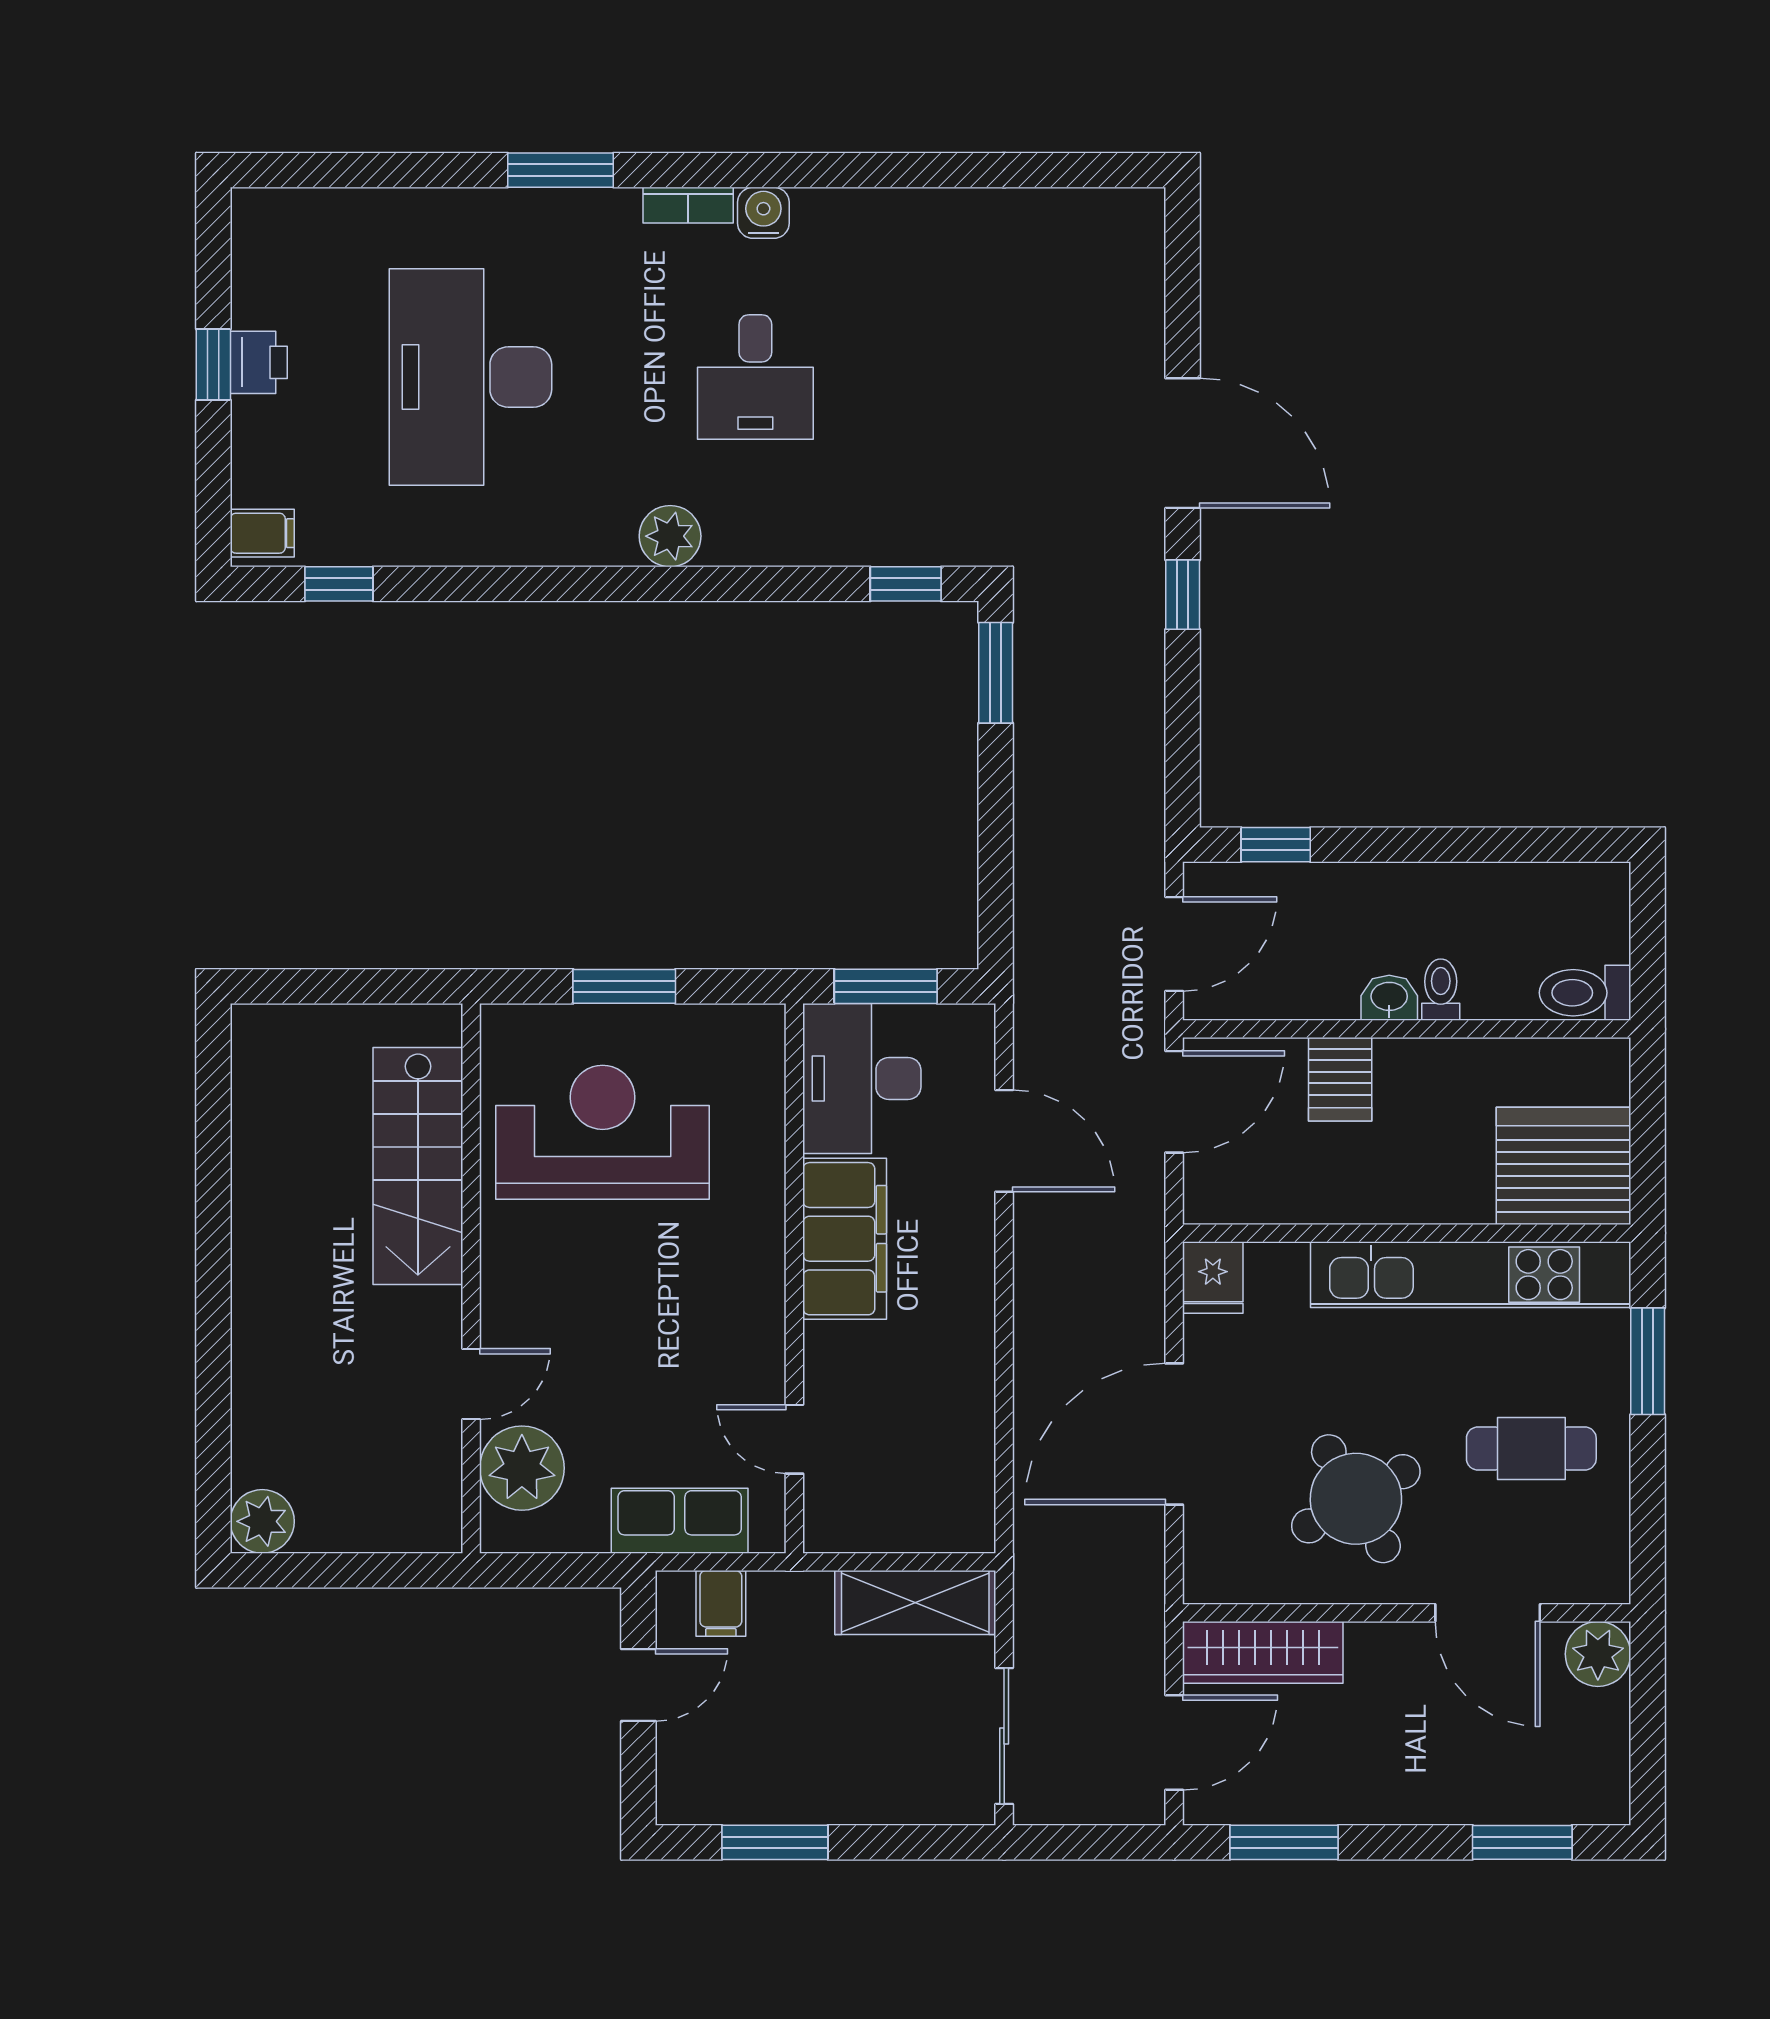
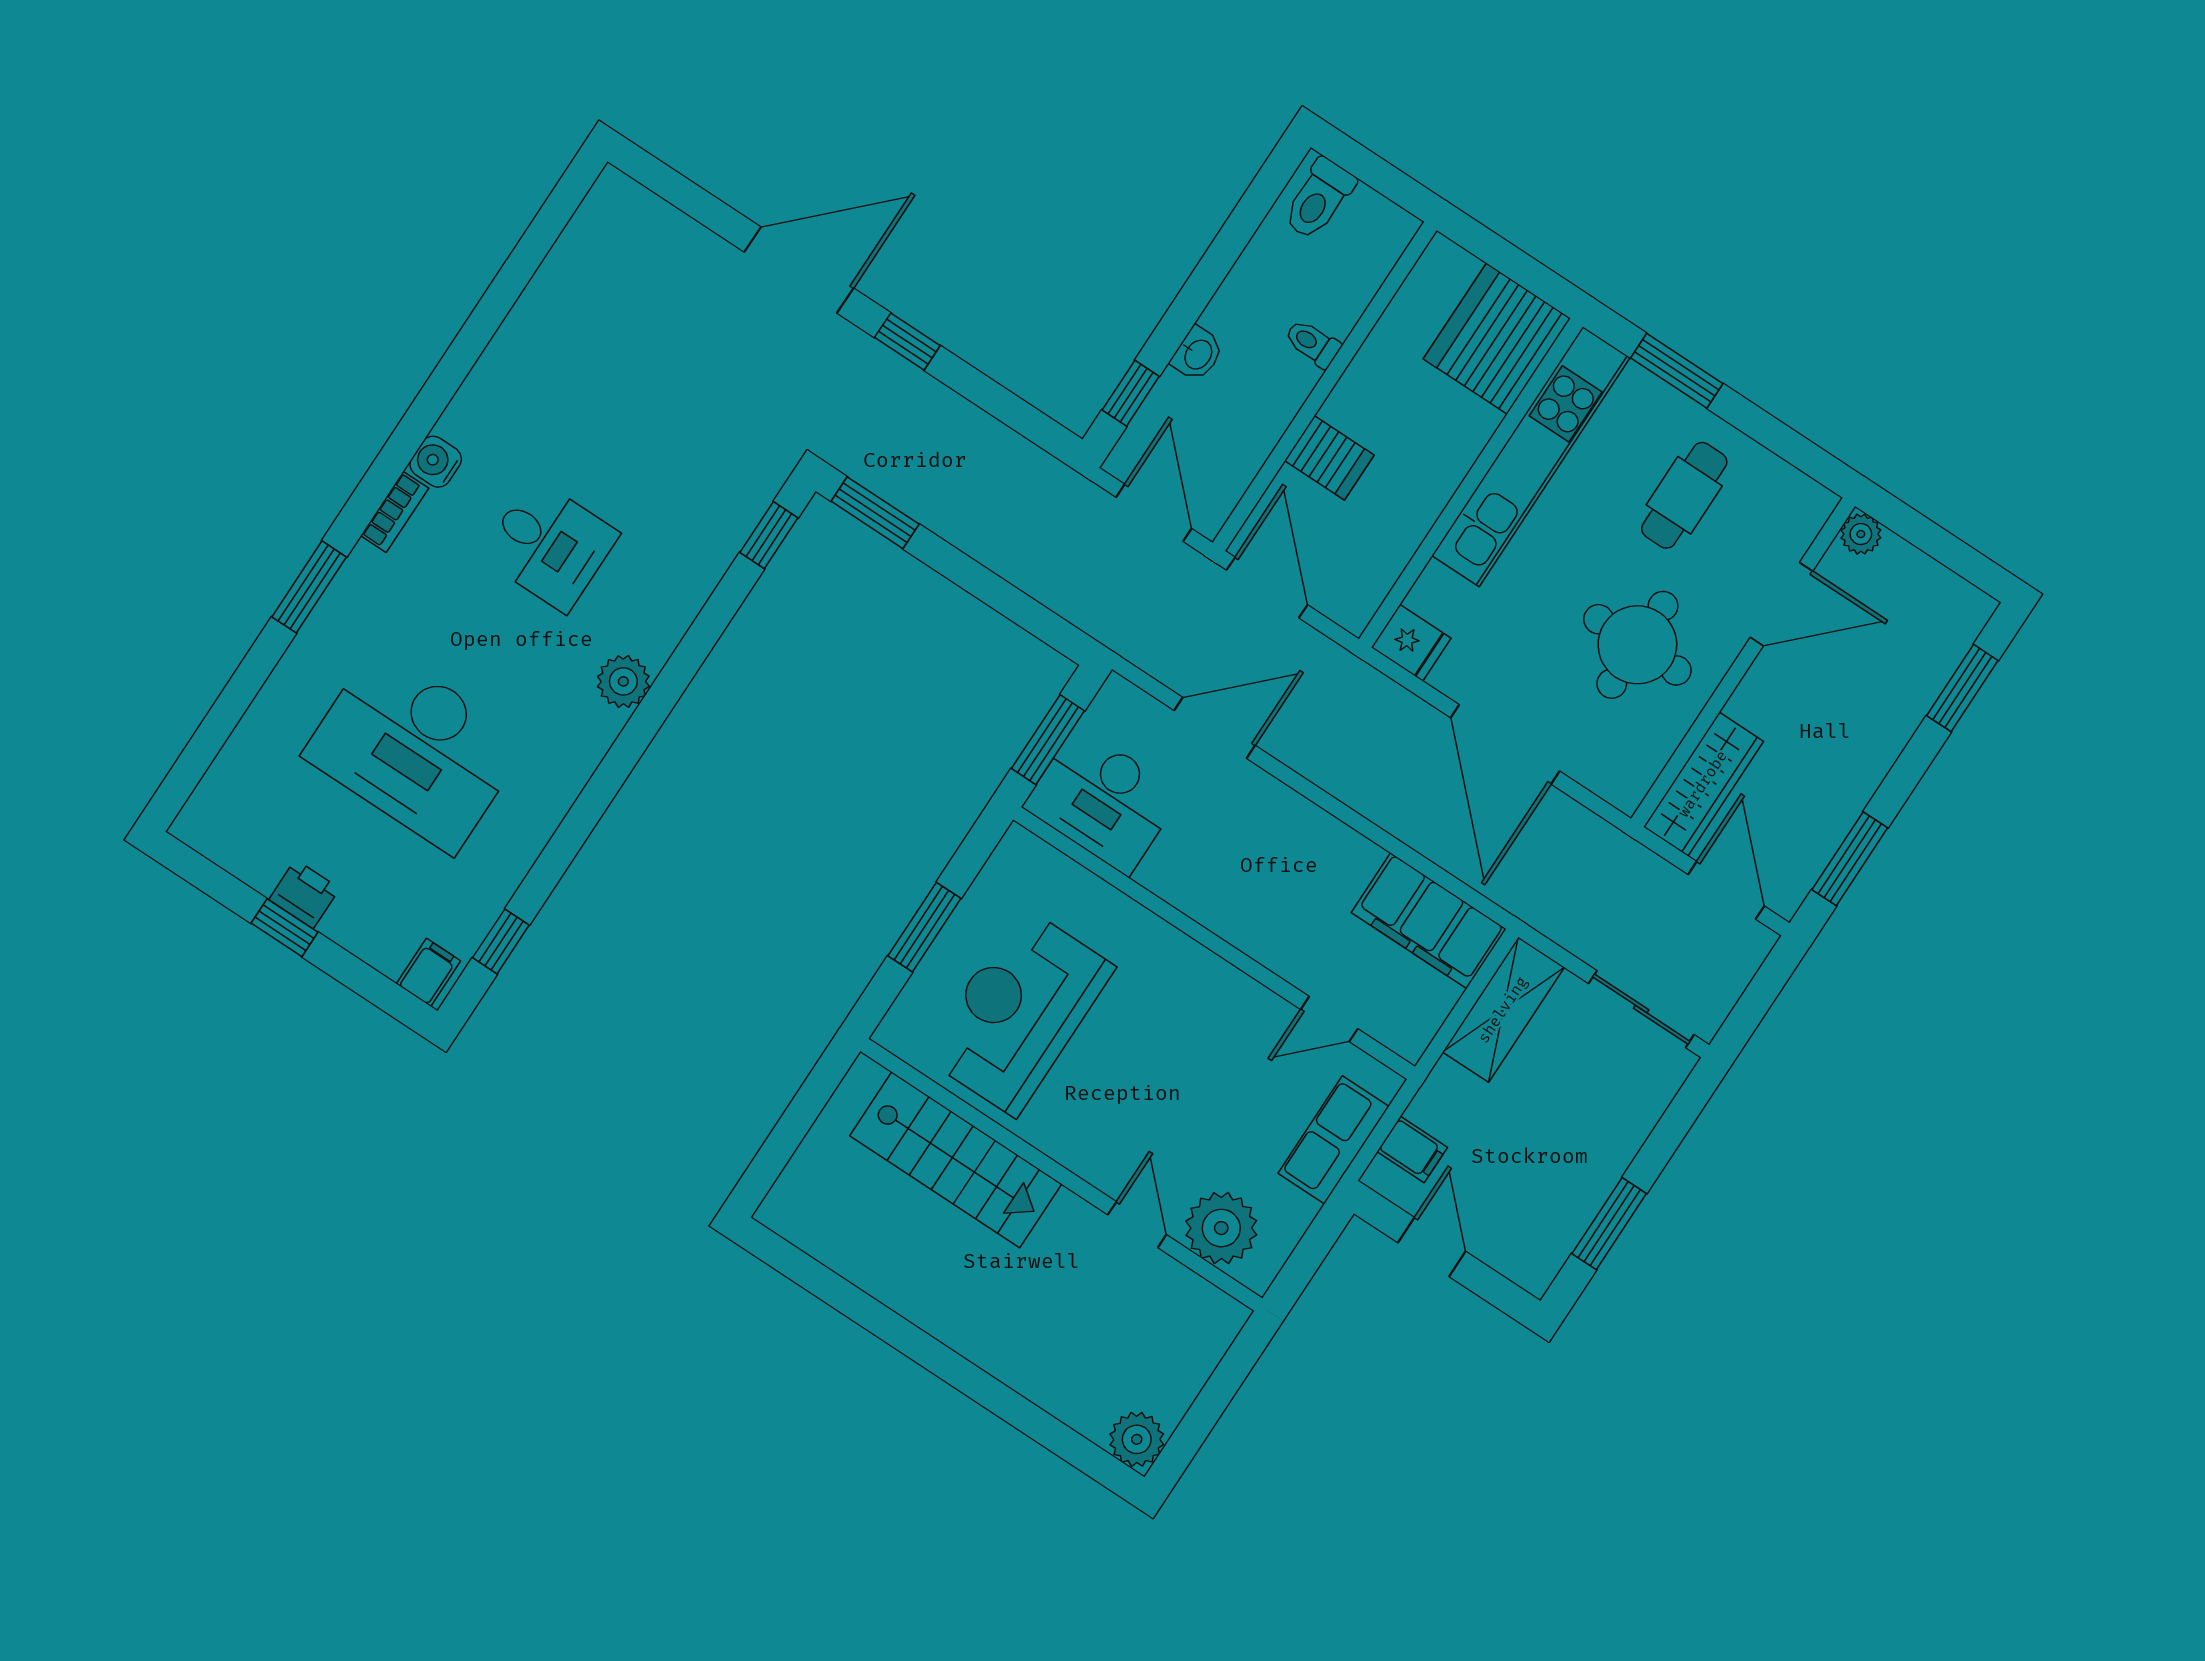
toilet: (1585, 993) -> (1319, 199), moved
washbasin: (1389, 998) -> (1197, 354), moved, turned 180
filing cabinet: (845, 1239) -> (1429, 921), moved, turned 180
round table: (1356, 1499) -> (1637, 645), turned 30
plant: (1598, 1654) -> (1861, 534), width x0.73, depth x0.73

